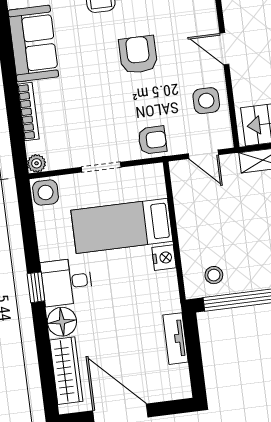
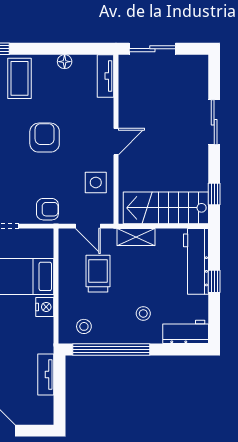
door: (224, 49) -> (116, 142), swing flipped
trolley: (223, 210) -> (98, 274), added

